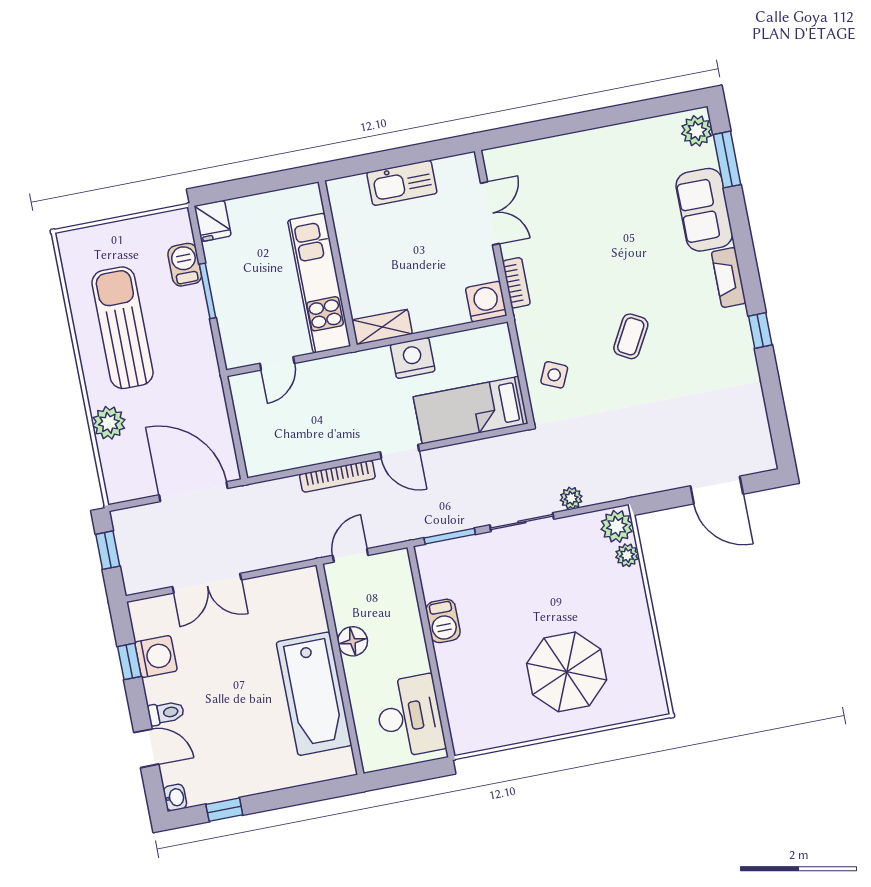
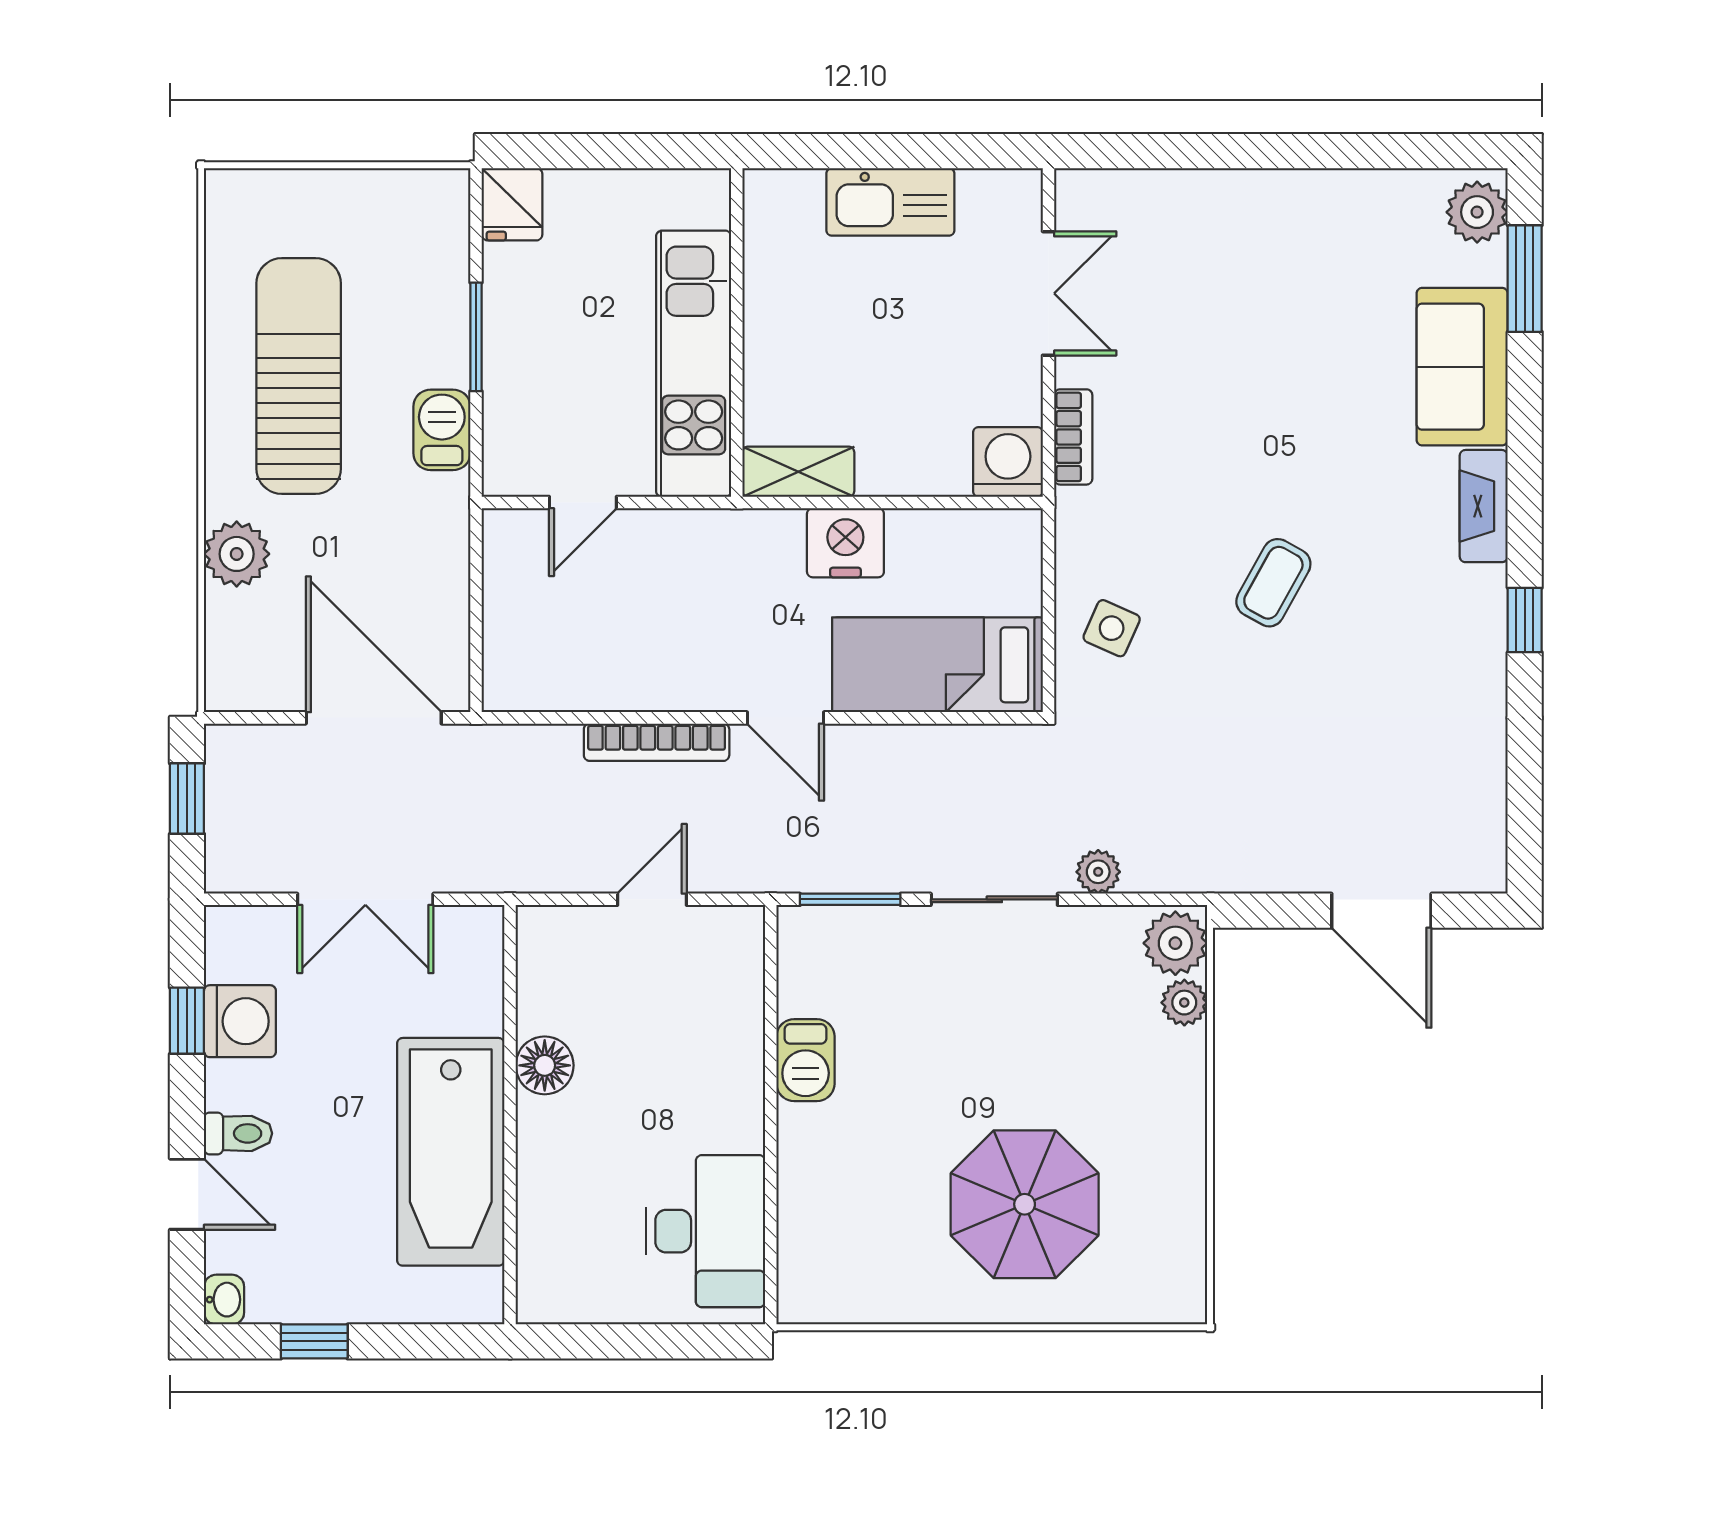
barbecue: (185, 265) -> (442, 430), moved
floor lamp: (353, 641) -> (545, 1065), moved
wall: (340, 669) -> (510, 1115), moved
bathtub: (314, 694) -> (451, 1152), moved

